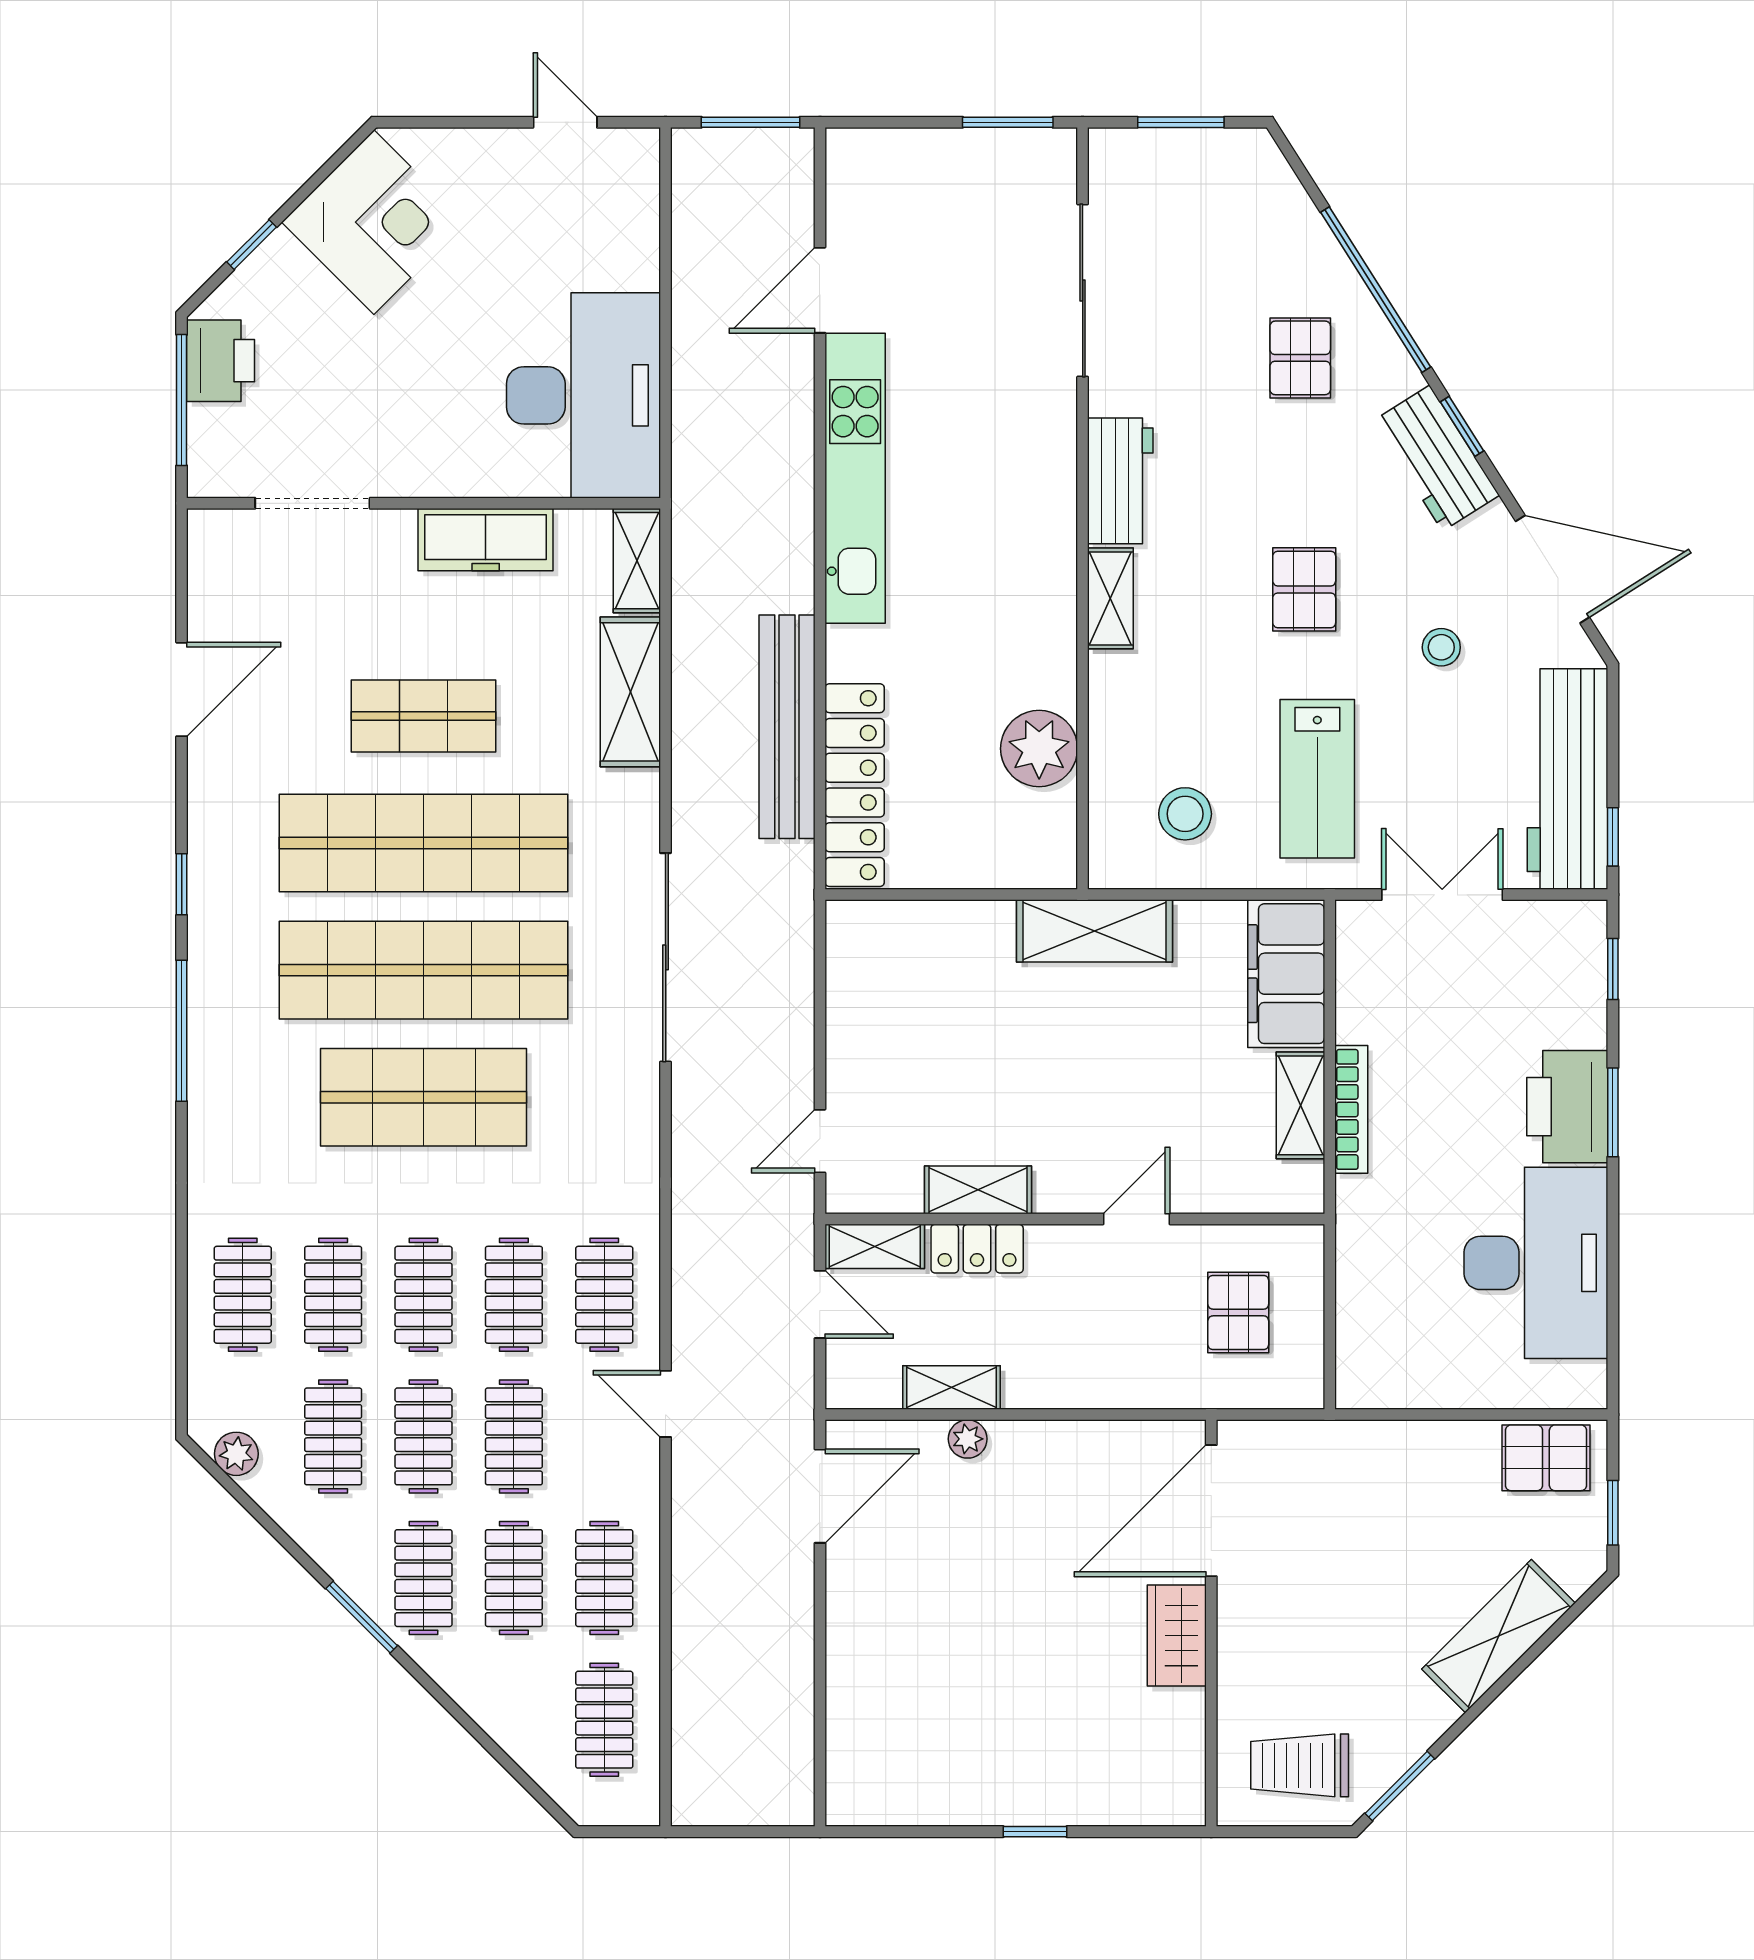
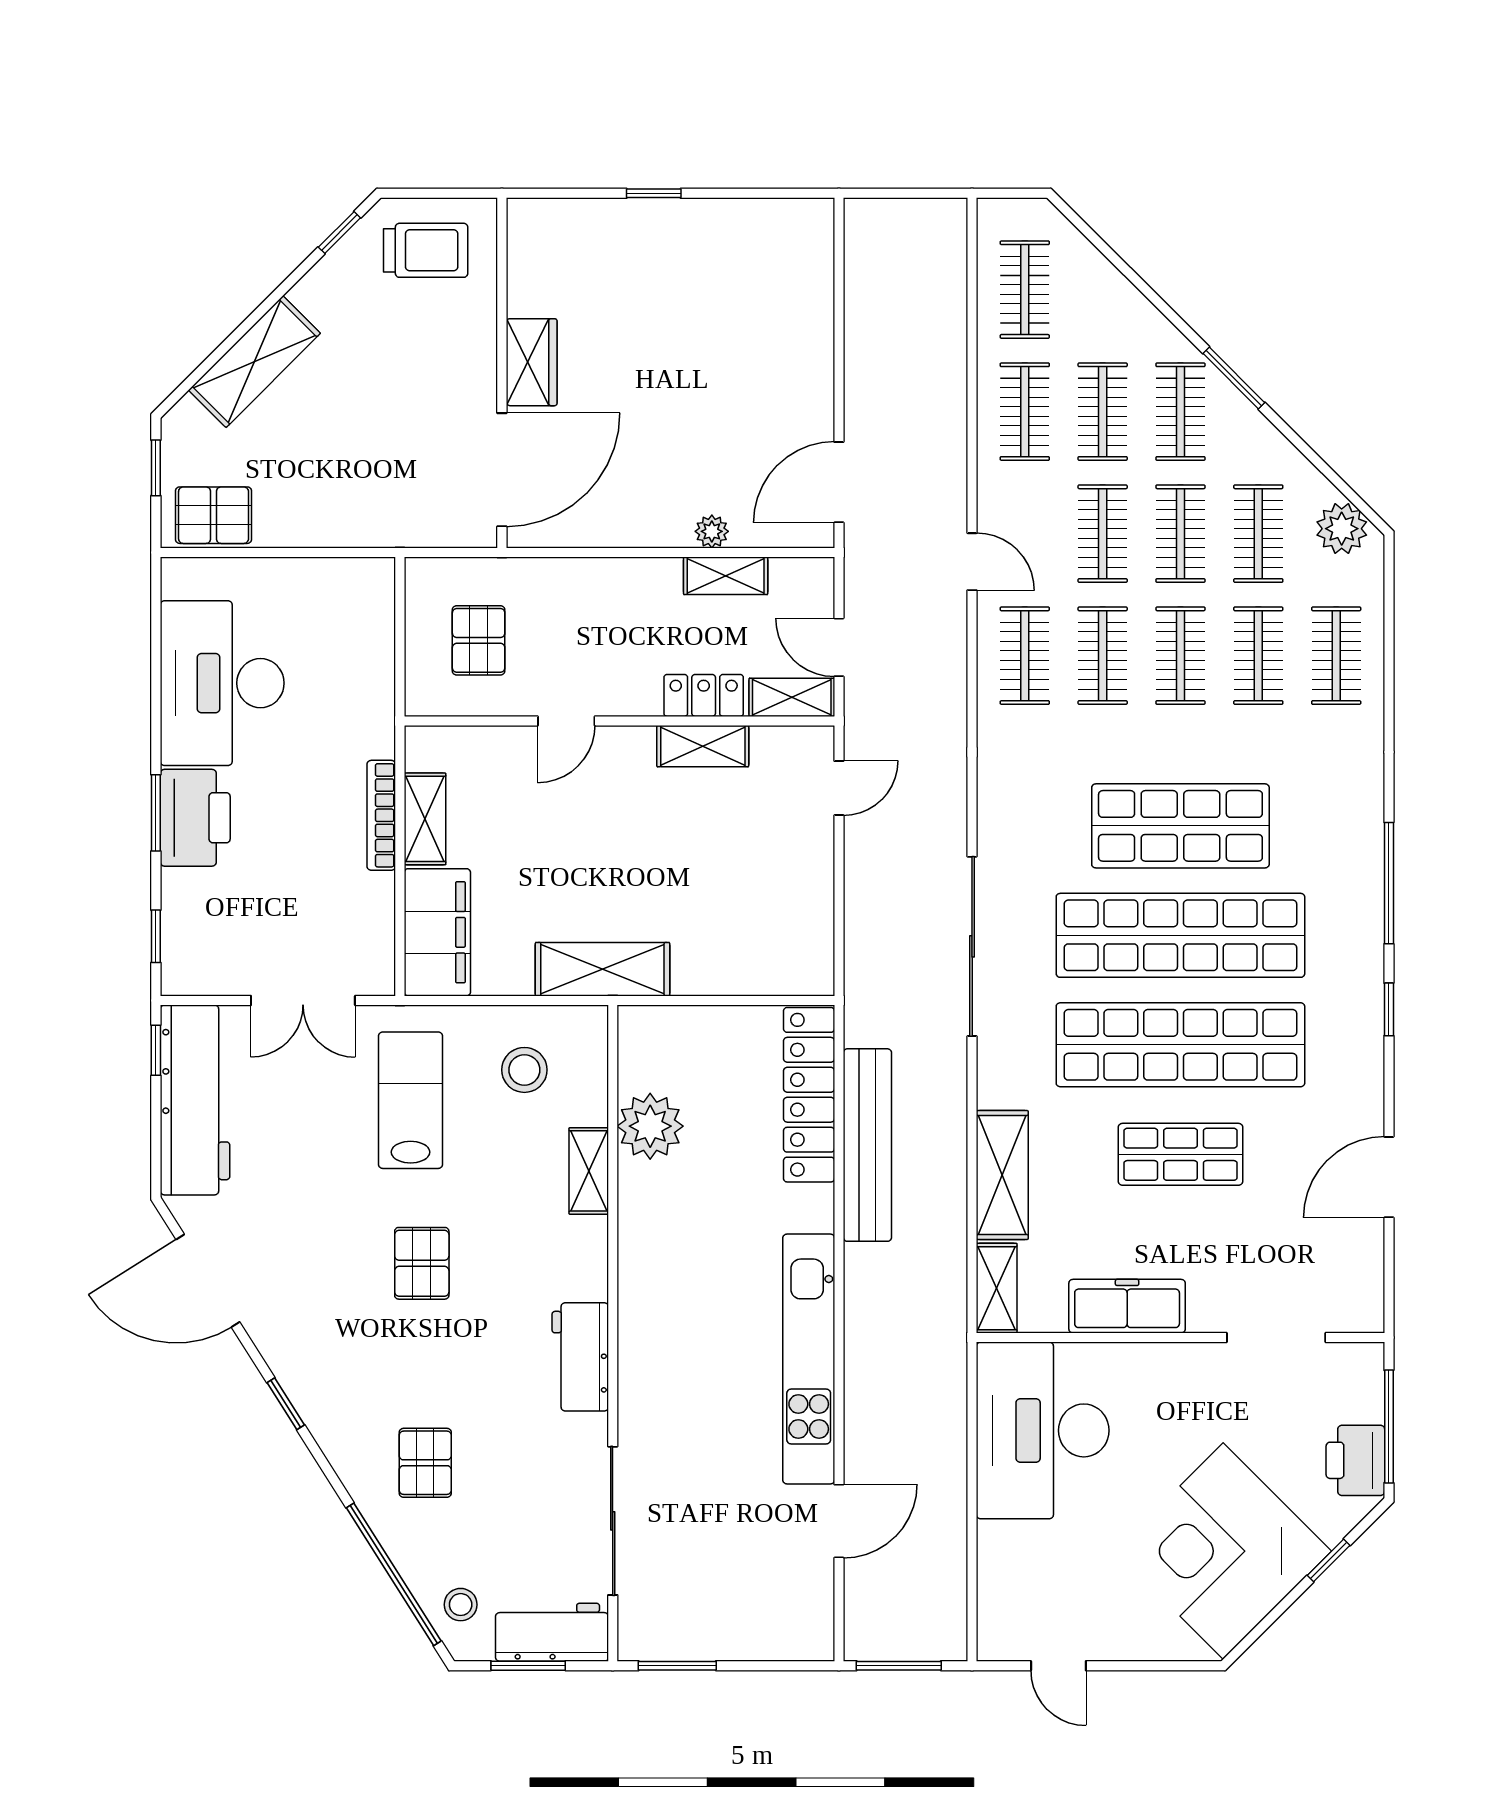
corner desk: (374, 222) -> (1223, 1551), width x1.36, depth x1.36
window: (1376, 290) -> (394, 1574), moved
workbench: (1436, 458) -> (552, 1632), moved, turned -58
shelving: (1110, 598) -> (589, 1171), moved
stool: (1441, 647) -> (461, 1605), moved
plant: (236, 1454) -> (1342, 529), width x1.38, depth x1.38
window: (1400, 1786) -> (339, 232), width x0.67

